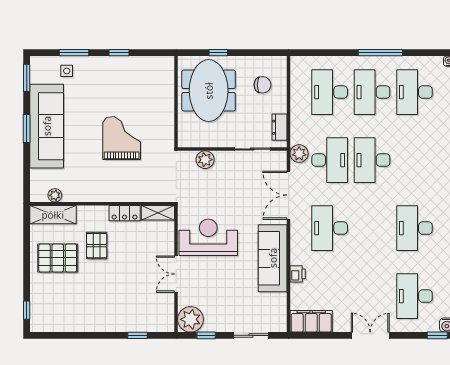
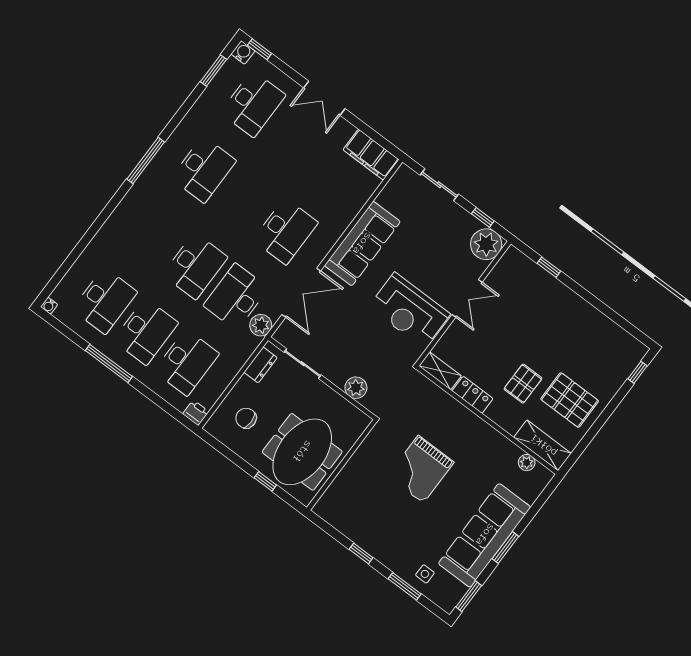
printer: (298, 274) -> (196, 413), moved, turned 90

